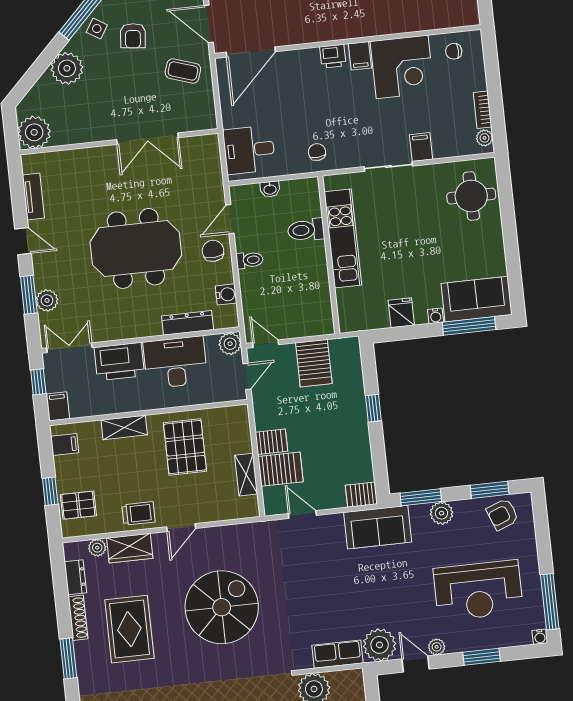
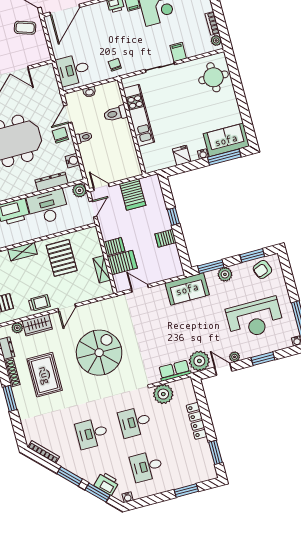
server rack: (361, 495) -> (166, 238), moved

